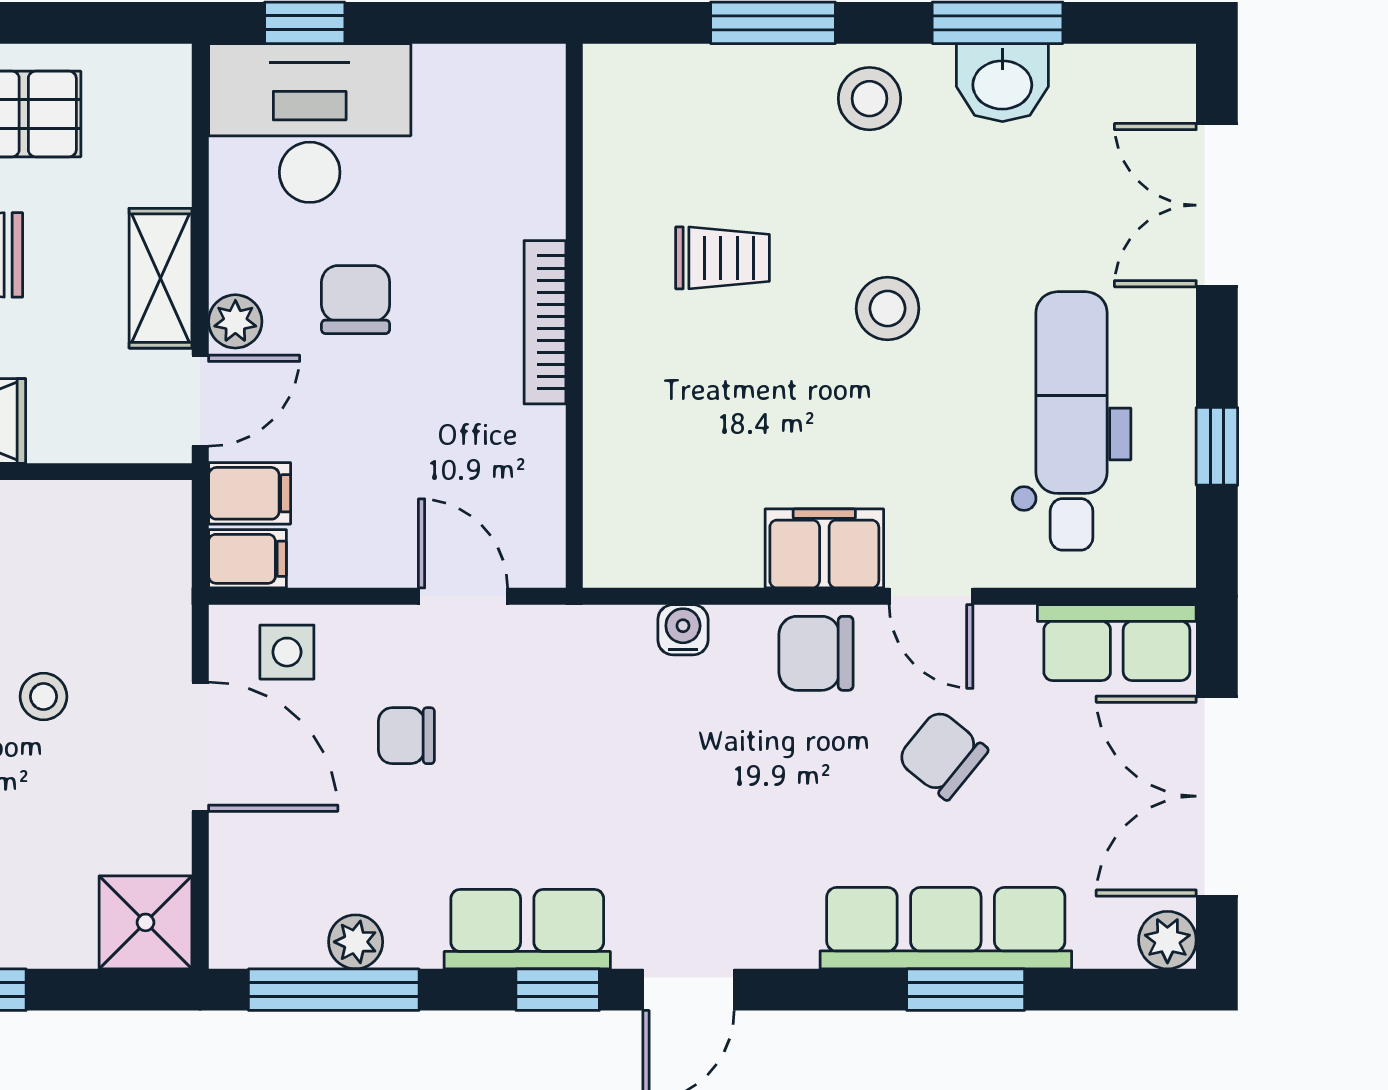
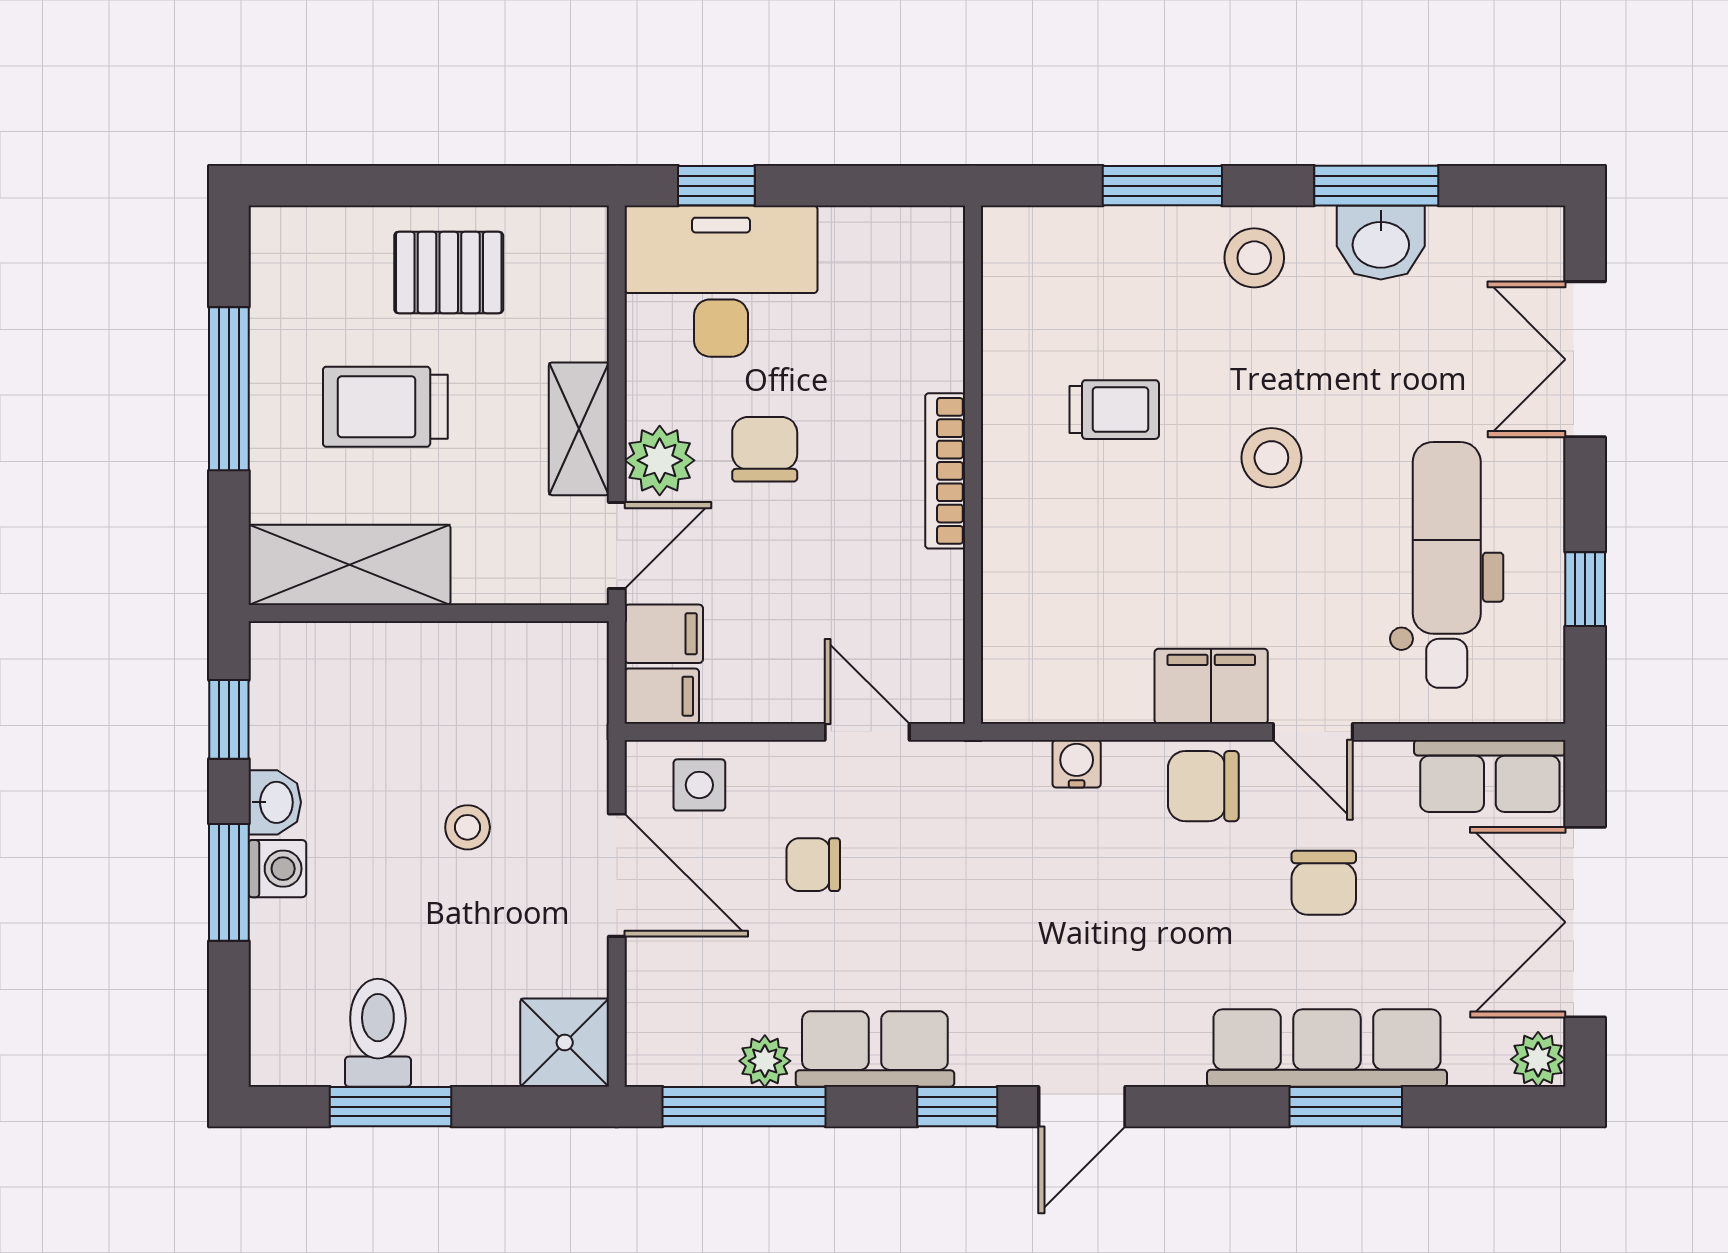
plant: (235, 321) -> (660, 460), width x1.38, depth x1.38
chair: (942, 755) -> (1324, 883), turned -129
row of seats: (527, 929) -> (875, 1049), moved

